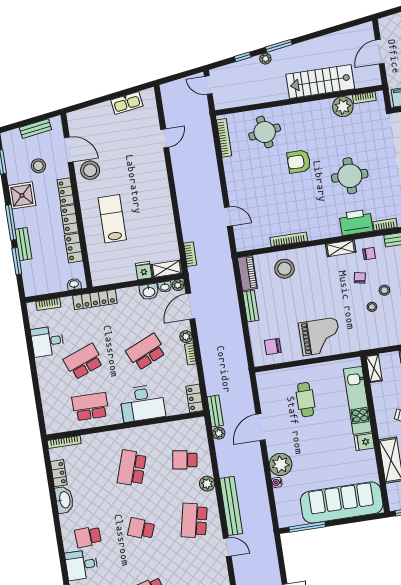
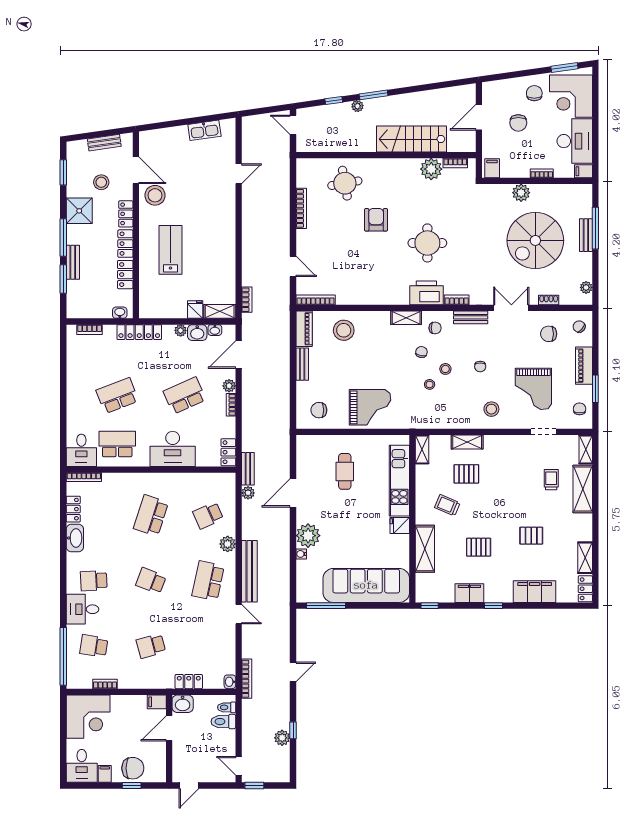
bookcase: (224, 138) -> (301, 208), moved
armchair: (299, 162) -> (376, 220), turned 90
bookcase: (289, 239) -> (316, 300), moved
plant: (178, 285) -> (181, 330), moved
desk: (47, 341) -> (81, 450), moved, turned -90
school desk: (185, 460) -> (208, 515), turned -33

